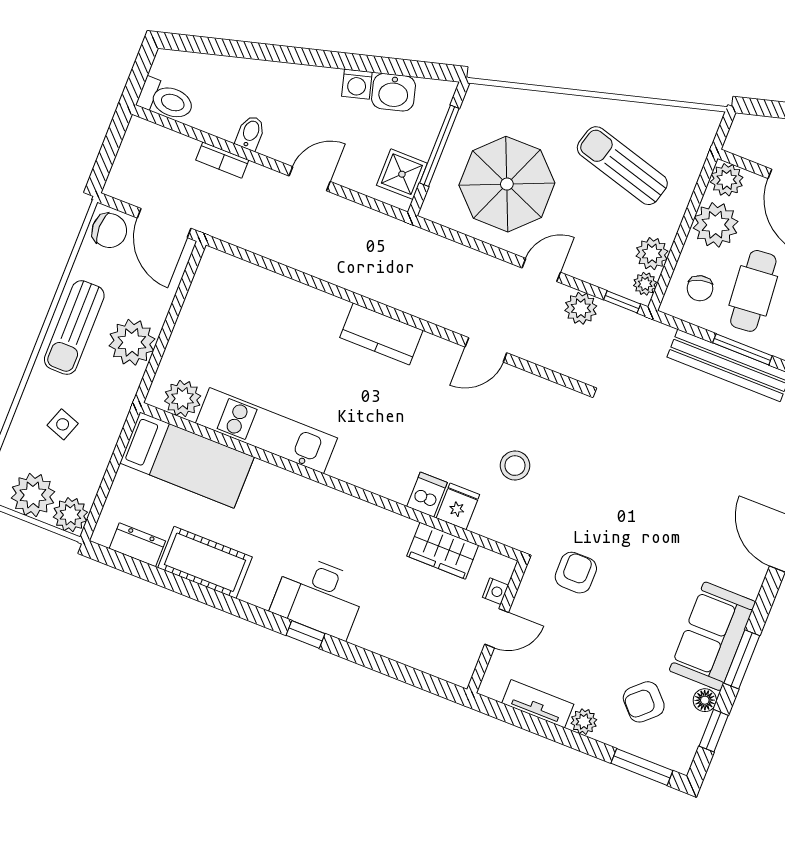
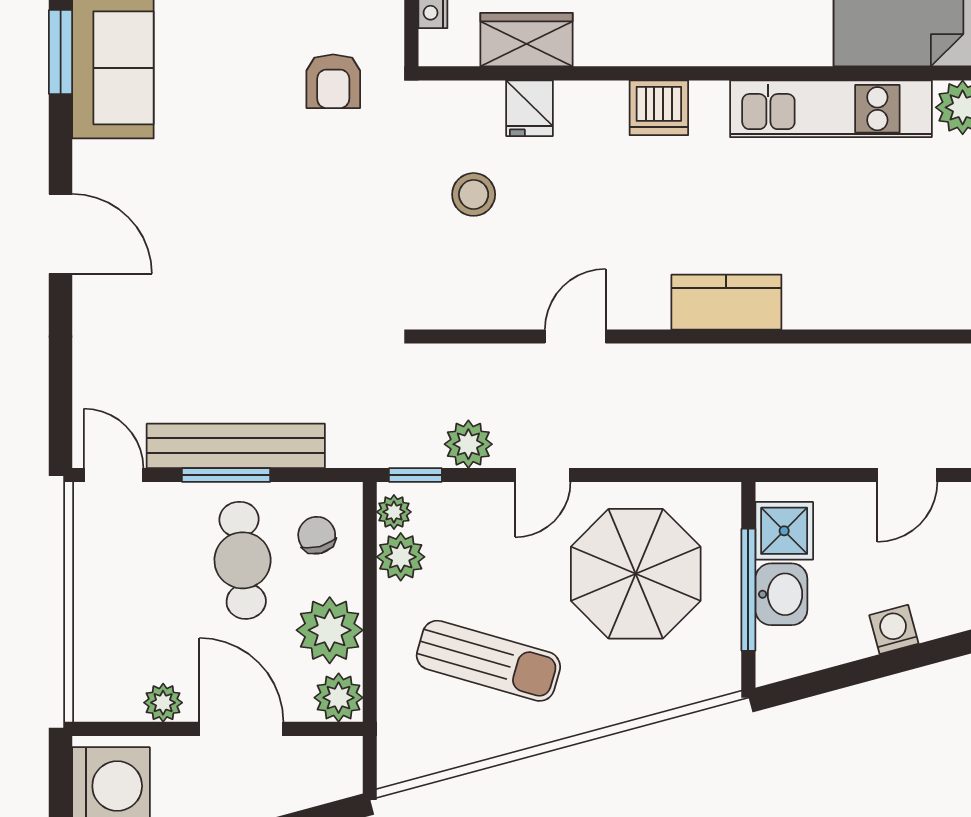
washbasin: (394, 92) -> (781, 594), moved, turned 105
dishwasher: (427, 495) -> (659, 108), moved, width x1.38

